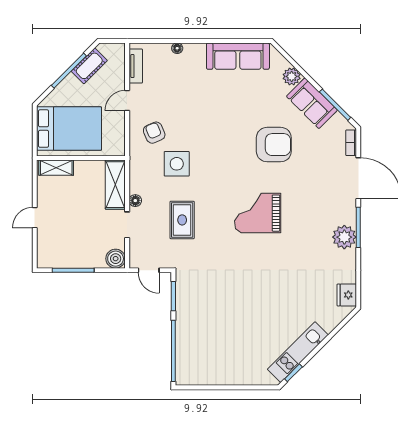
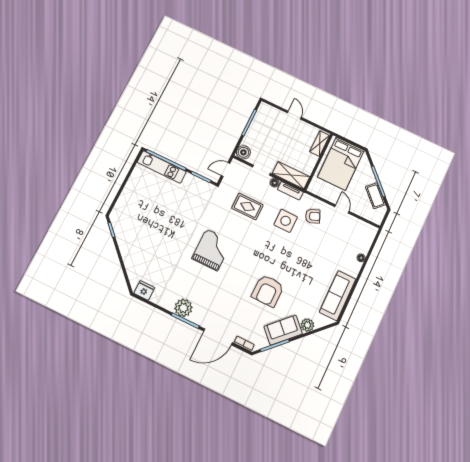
tv unit: (136, 66) -> (290, 191), moved
grand piano: (258, 213) -> (212, 250), moved
kitchen unit: (298, 352) -> (162, 167), moved, turned 135

